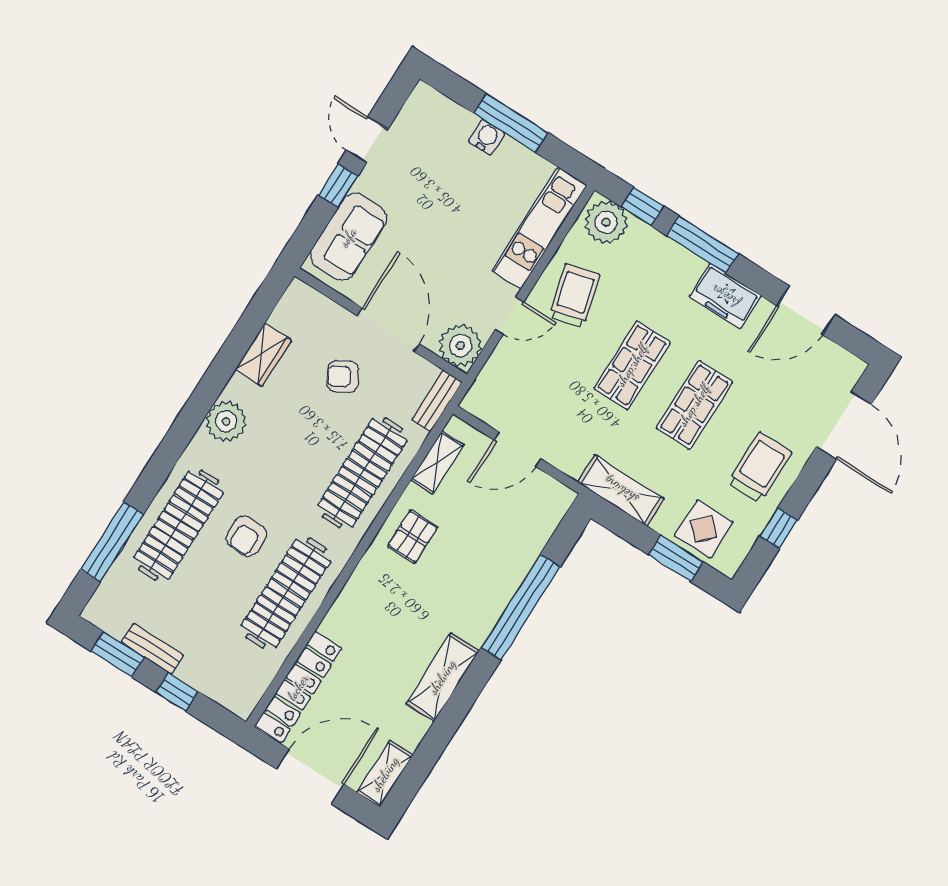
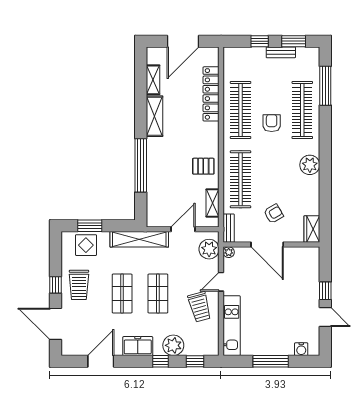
water cooler: (487, 137) -> (301, 349), moved
plant: (606, 222) -> (173, 345), moved
sofa: (348, 237) -> (308, 272), removed
window: (703, 245) -> (160, 361), width x0.46
plant: (460, 345) -> (229, 252), width x0.53, depth x0.53
wardrobe: (263, 355) -> (312, 229), moved
plant: (494, 386) -> (209, 249), added
shelving: (621, 490) -> (139, 239), width x1.47
window: (779, 528) -> (55, 285), moved
pallet: (413, 537) -> (203, 166), turned 90
locker: (298, 687) -> (211, 94), moved
shelving: (385, 774) -> (153, 80), moved

